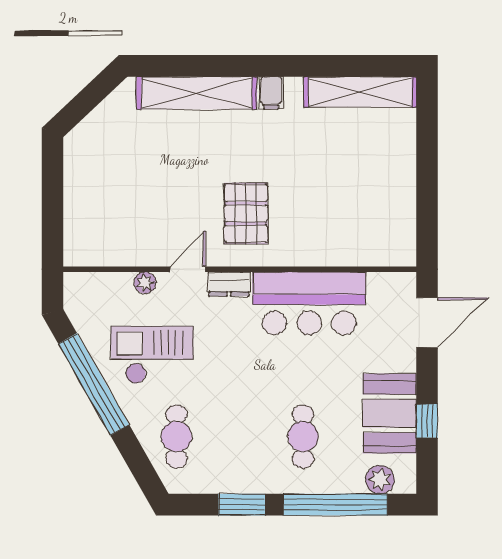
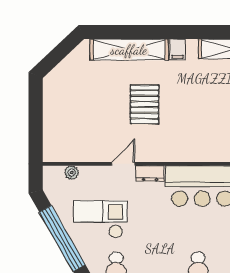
pallet: (246, 213) -> (145, 104), moved
plant: (145, 283) -> (72, 173), moved

